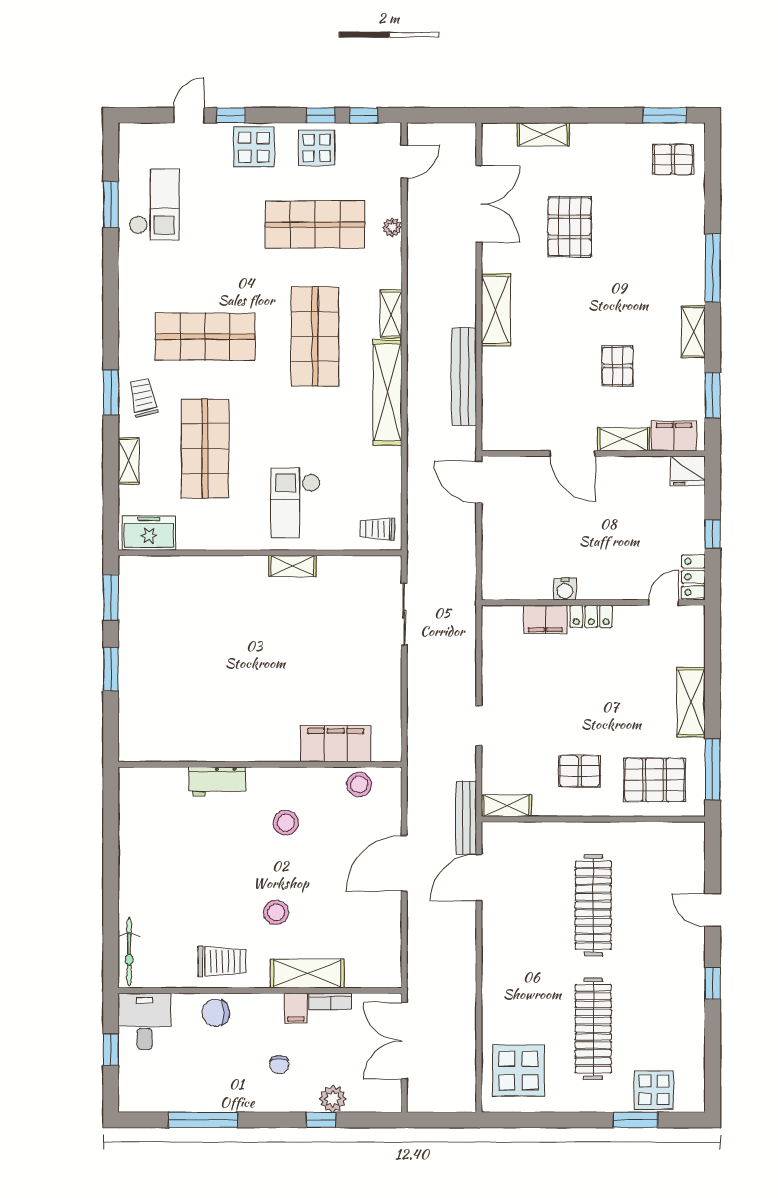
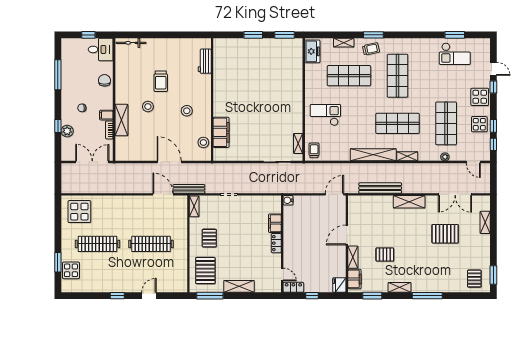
shelving: (292, 566) -> (298, 143), moved
water cooler: (565, 589) -> (288, 200), moved
workbench: (217, 781) -> (205, 61), moved
trolley: (222, 961) -> (161, 81), moved

